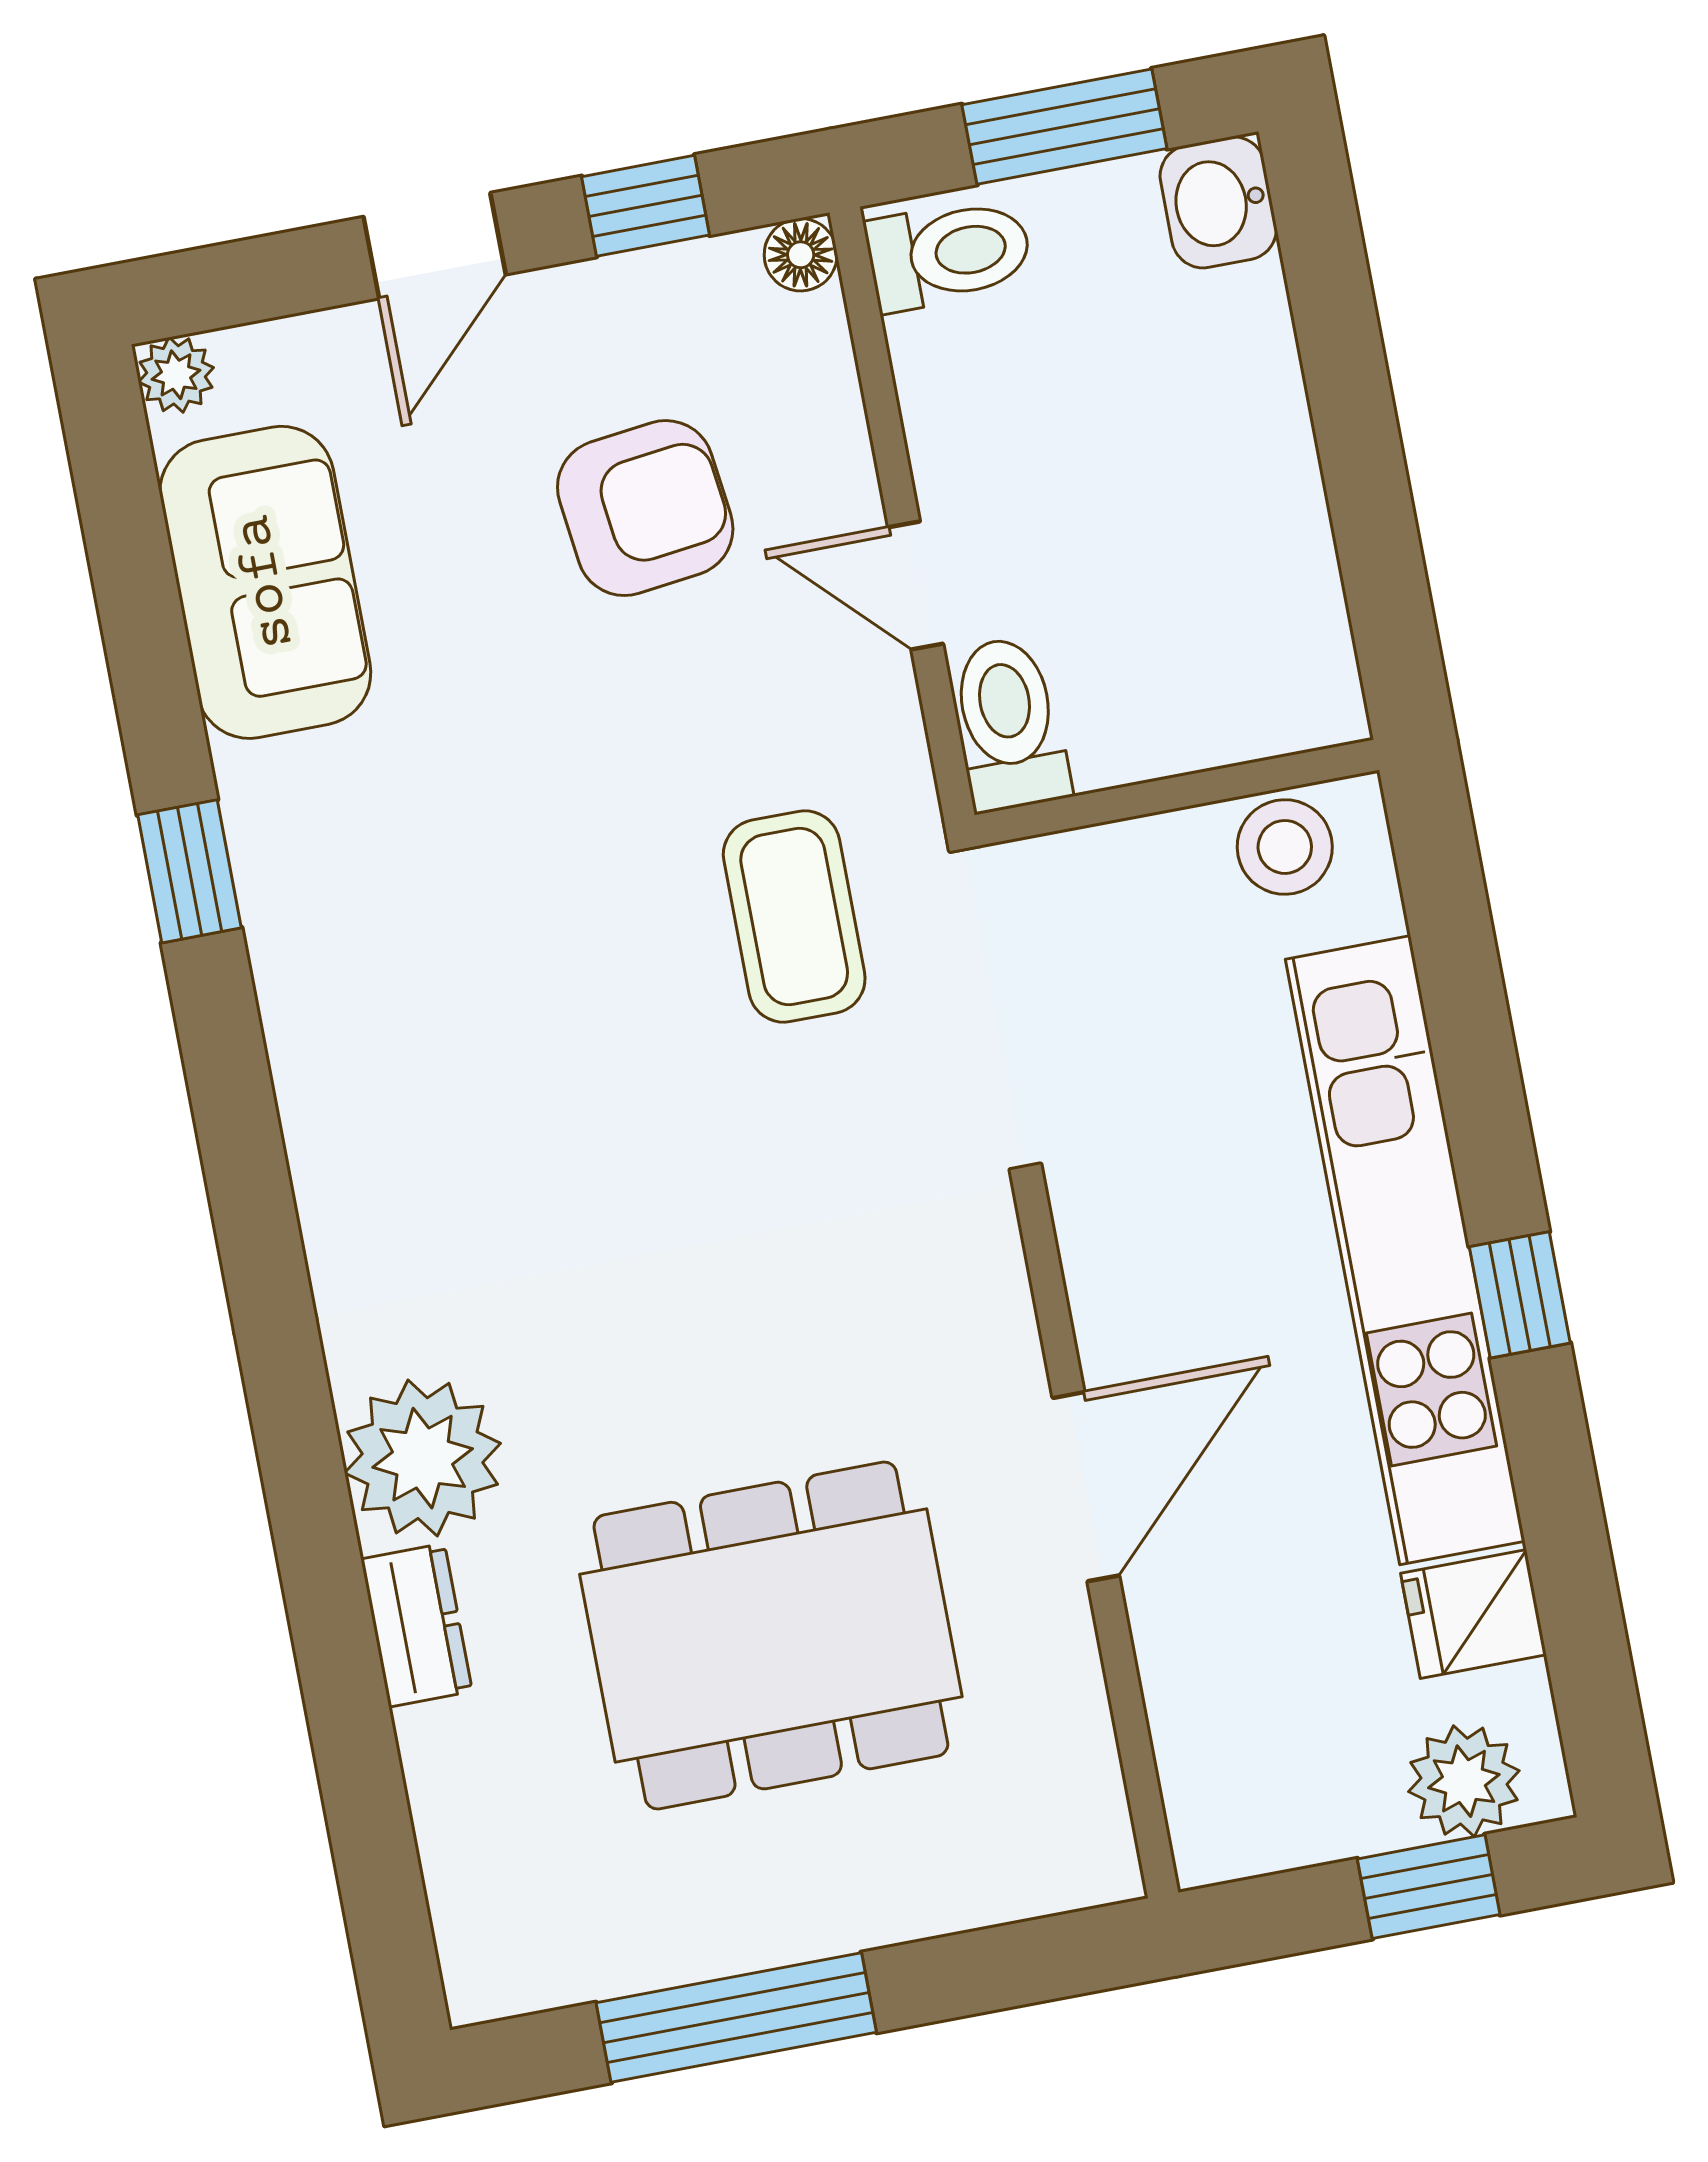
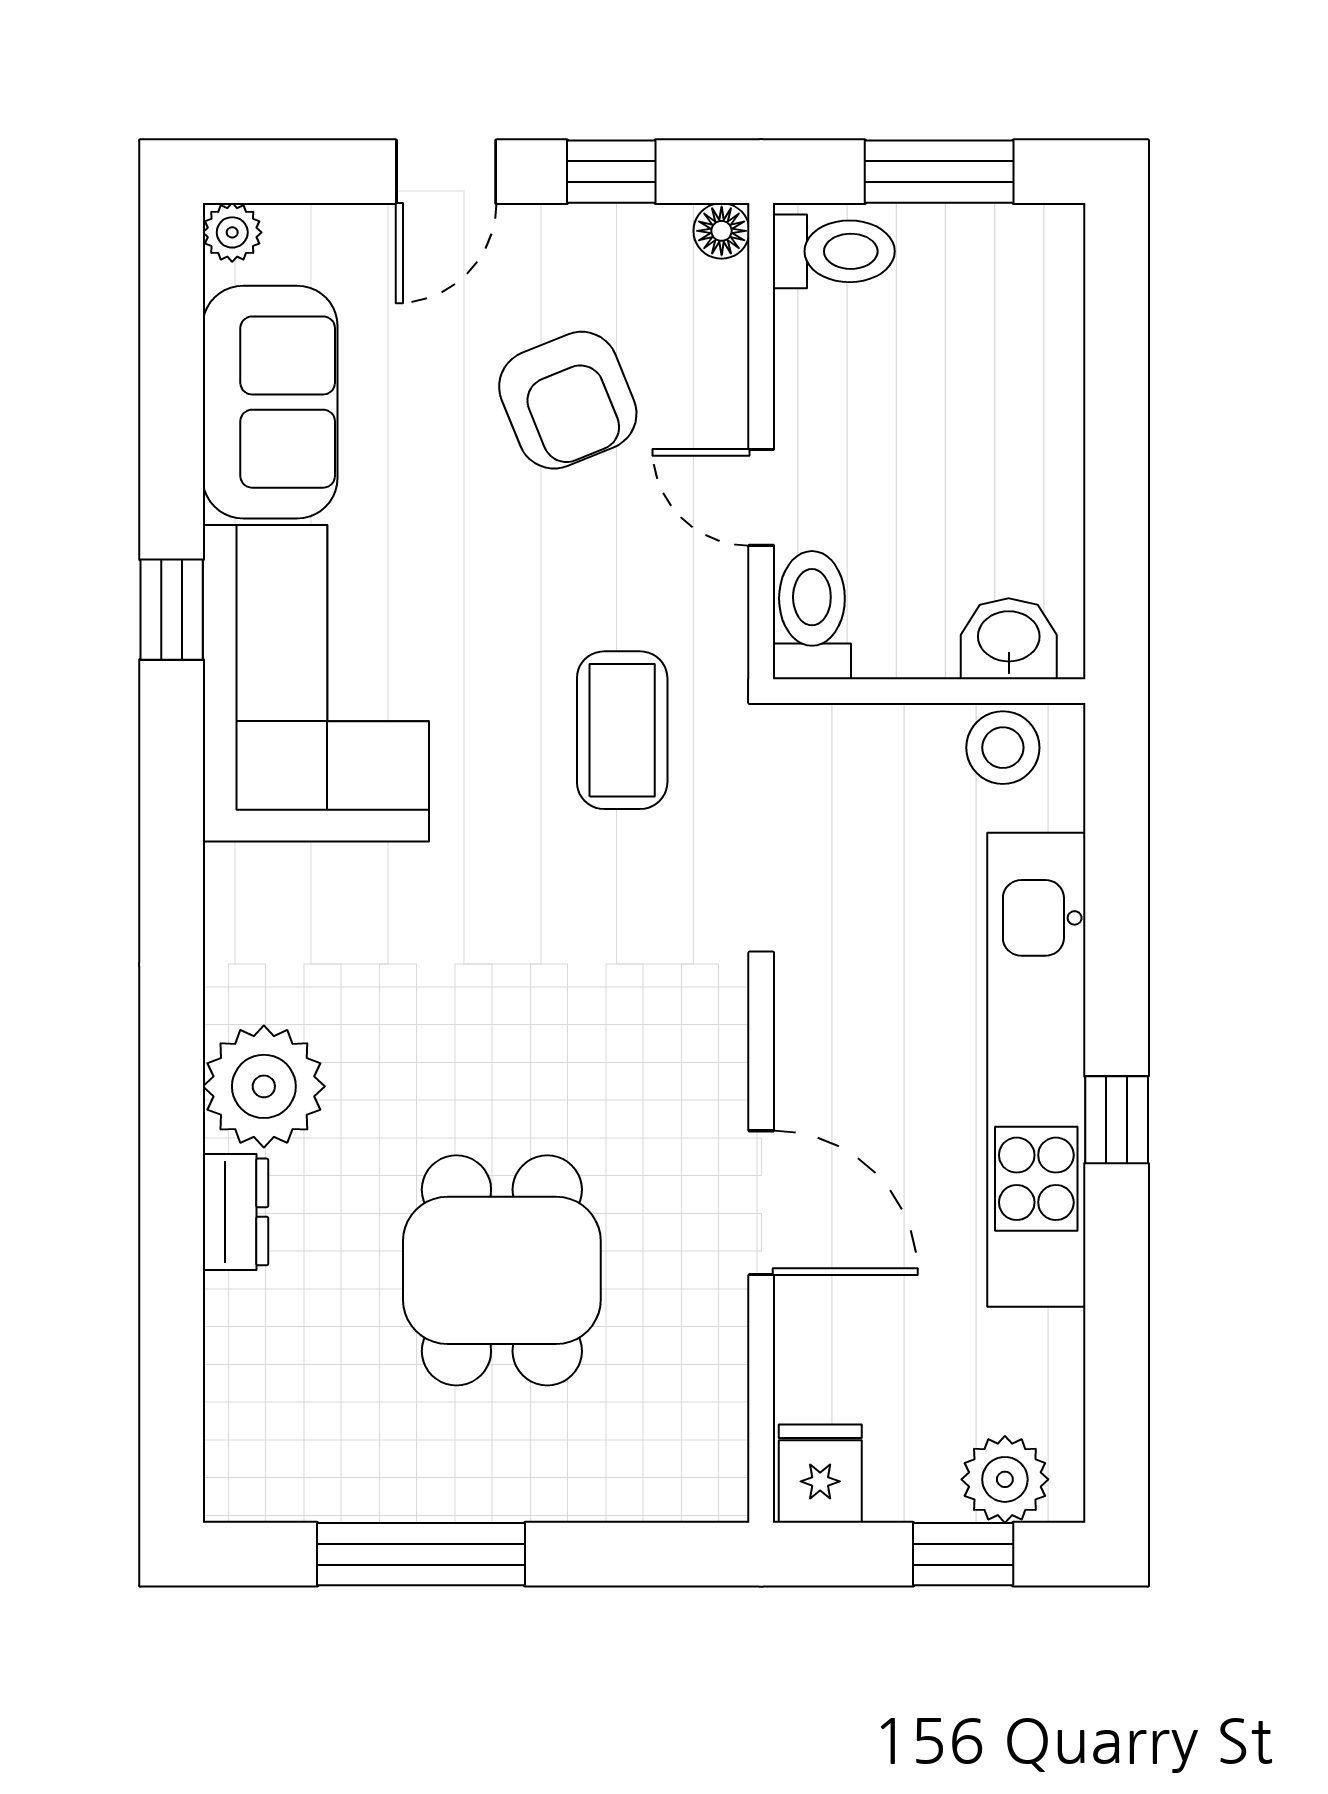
washbasin: (1218, 202) -> (1009, 639), moved, turned 90
armchair: (645, 508) -> (568, 400), turned 75
corner sofa: (391, 930) -> (316, 683), added
door: (1086, 1487) -> (761, 1203), hinge flipped
fridge: (1474, 1614) -> (820, 1474), moved, turned 90
dining table: (771, 1636) -> (502, 1270), width x0.73

